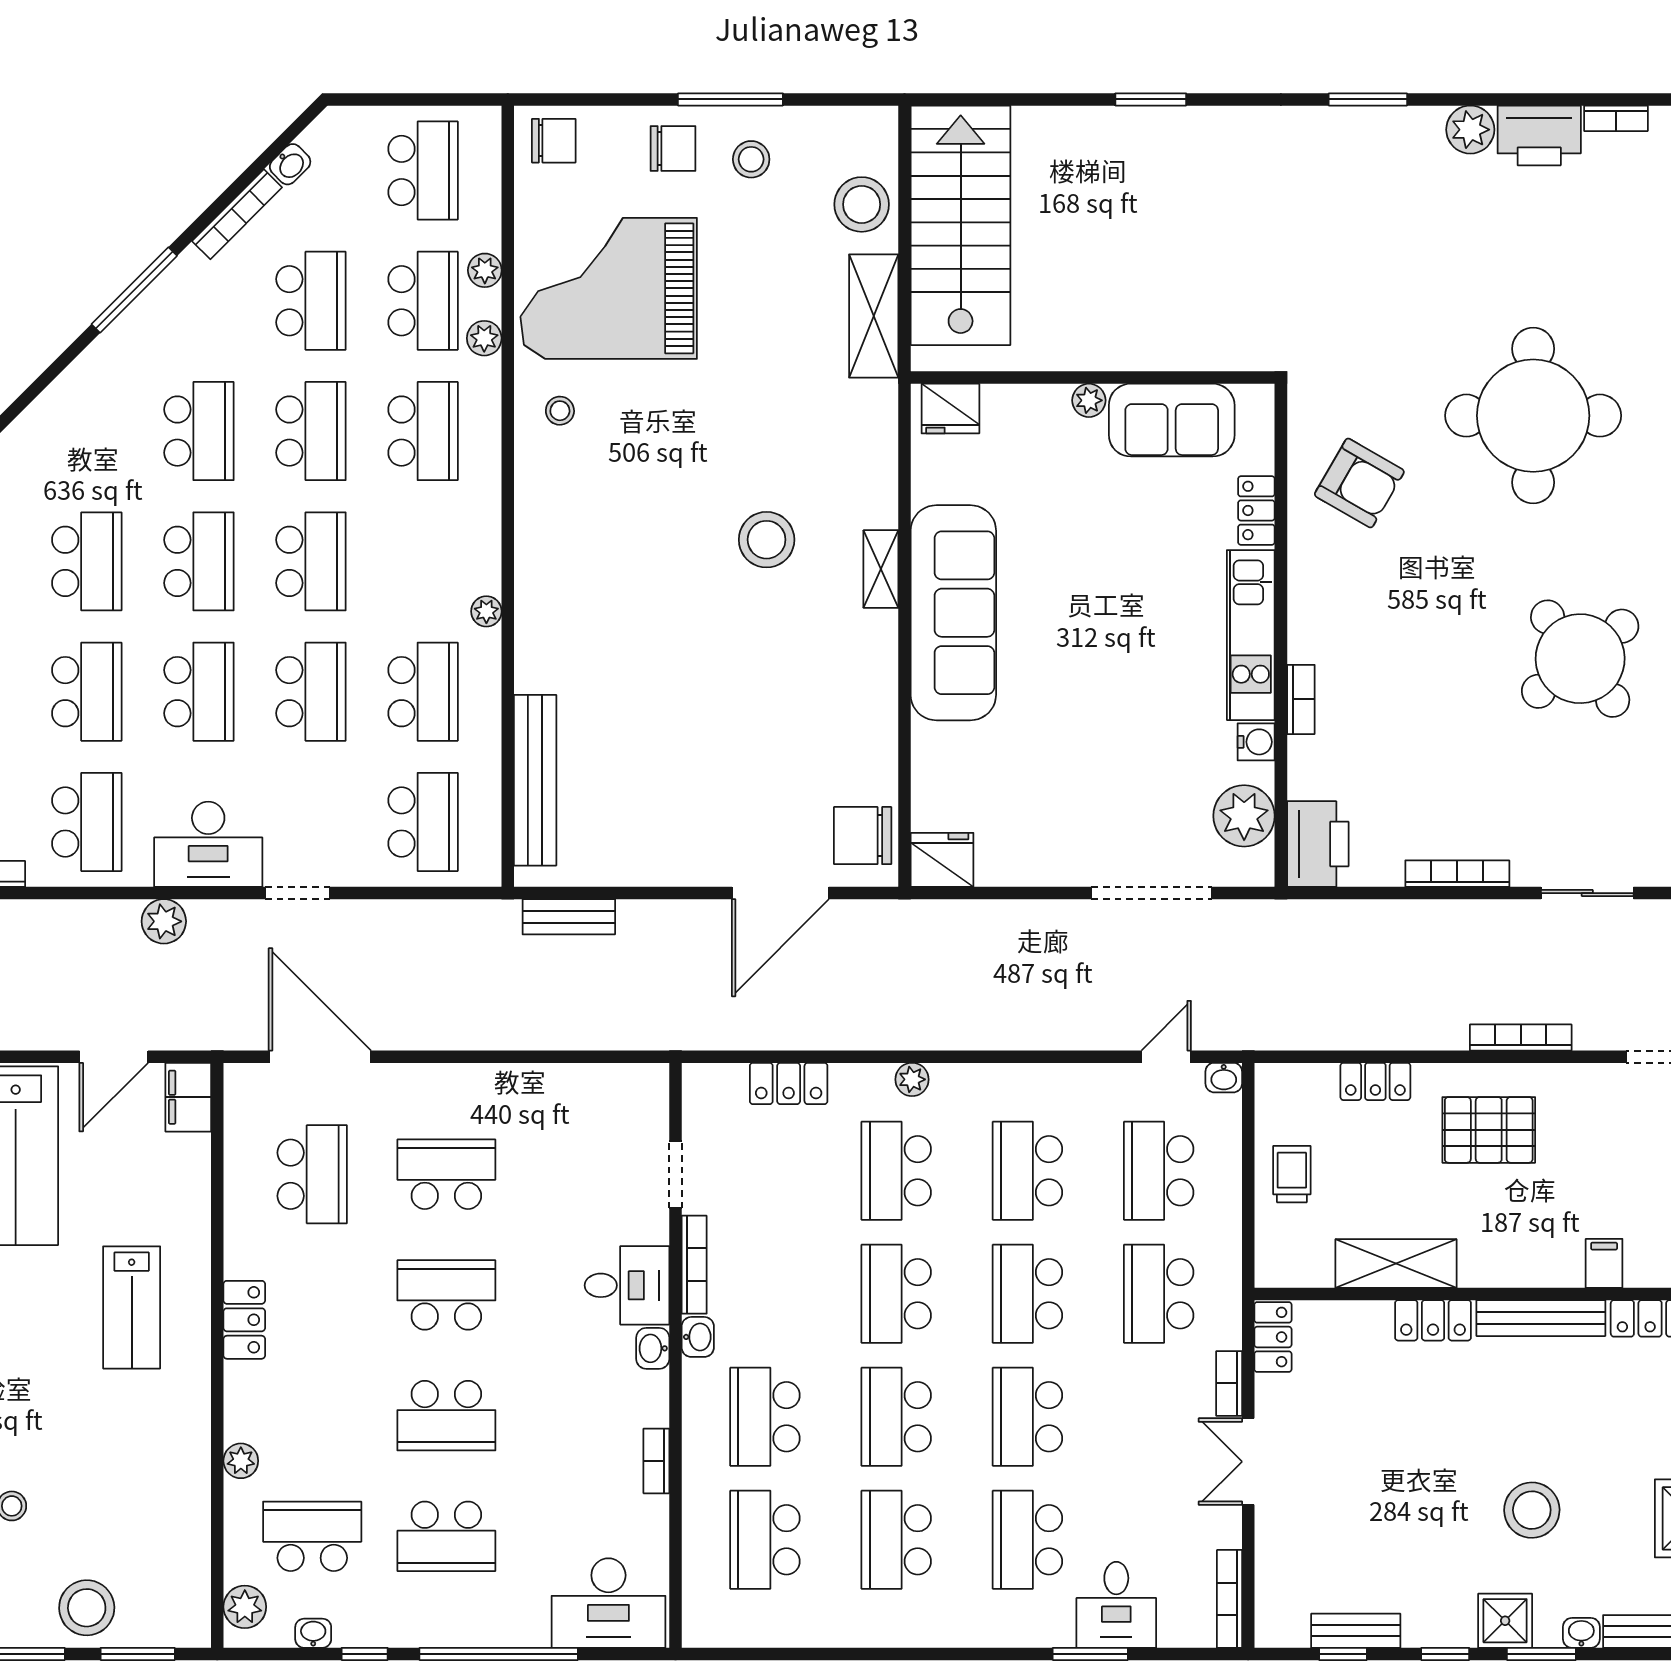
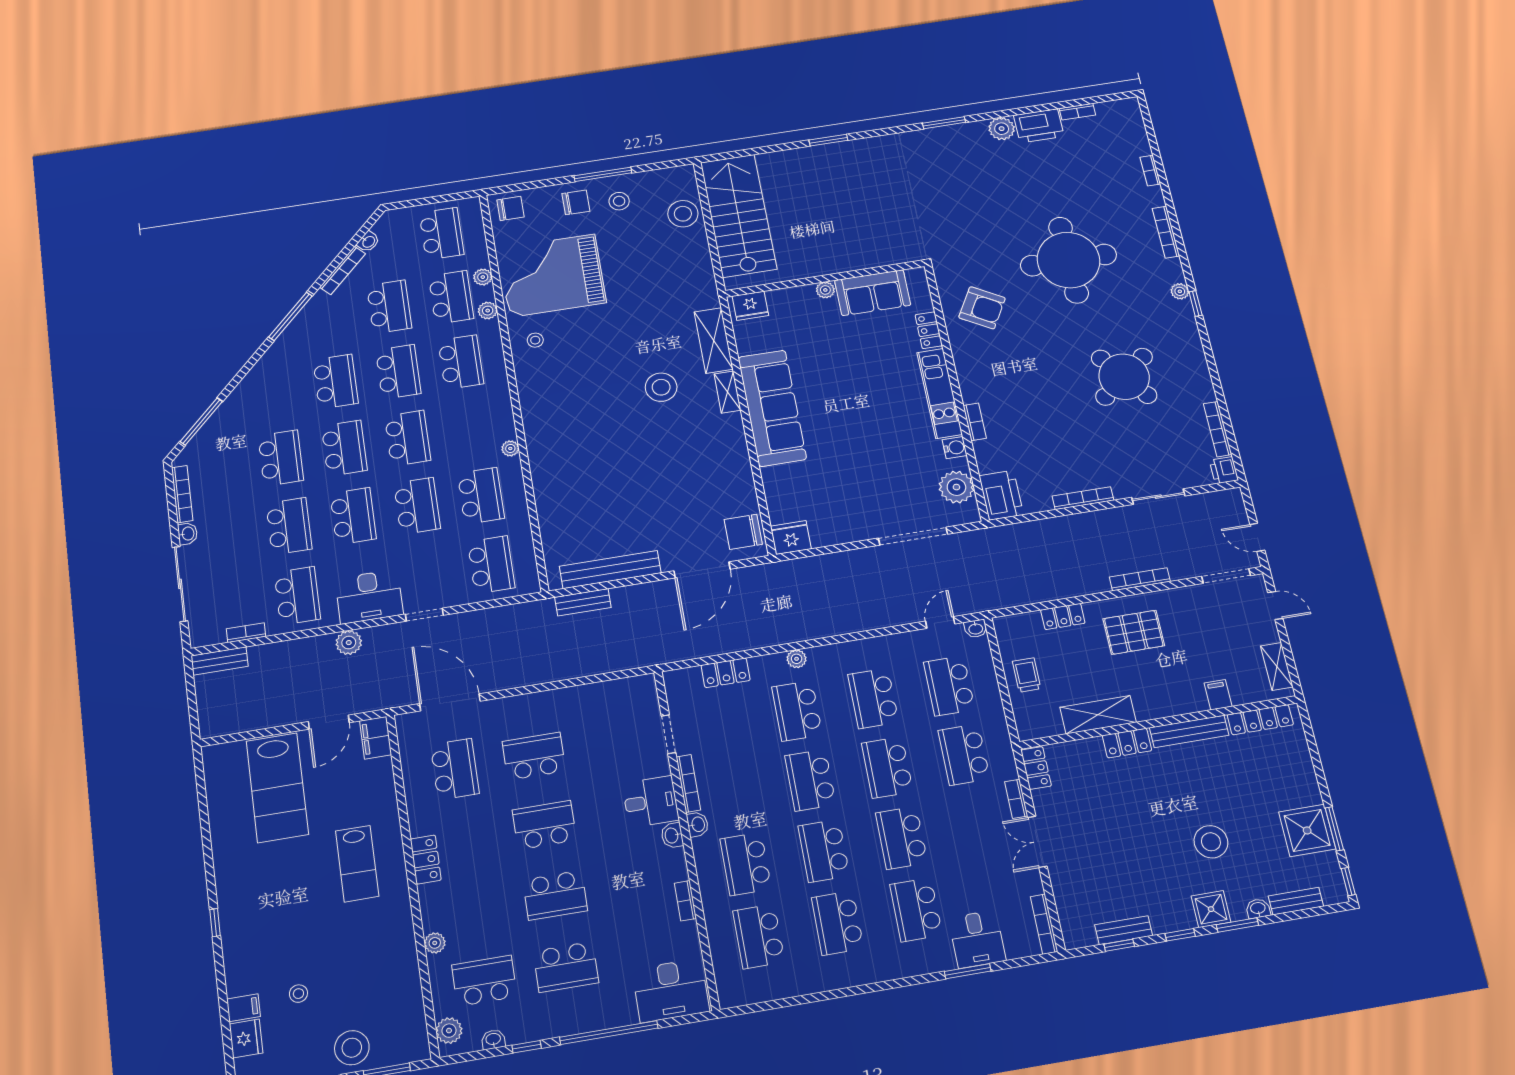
shelving: (874, 316) -> (714, 340), moved
bench: (535, 780) -> (610, 570), moved, turned 90

